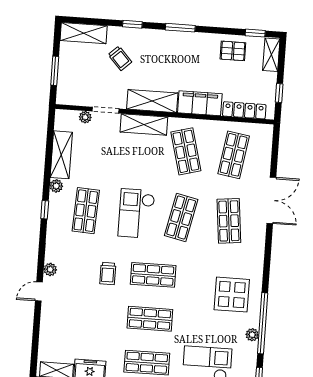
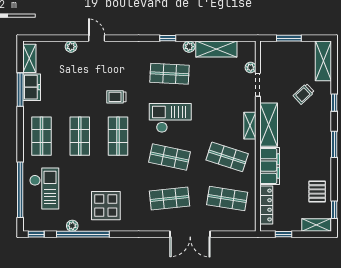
shelving: (144, 125) -> (250, 126), width x0.67, depth x0.75
shop shelf: (186, 151) -> (227, 157), turned 33
plant: (50, 269) -> (71, 47), moved

